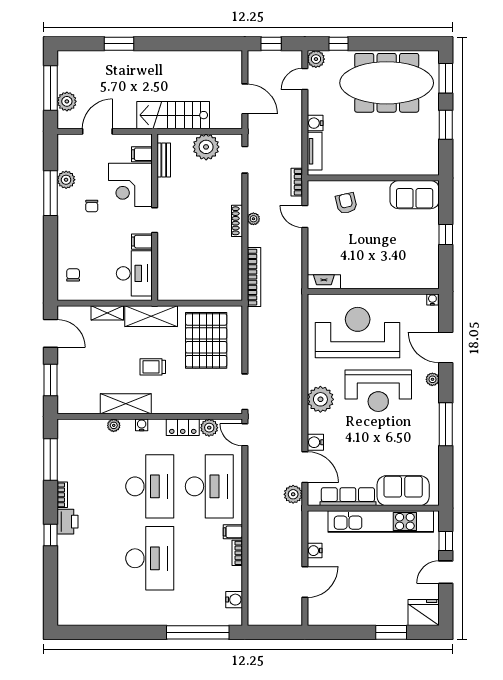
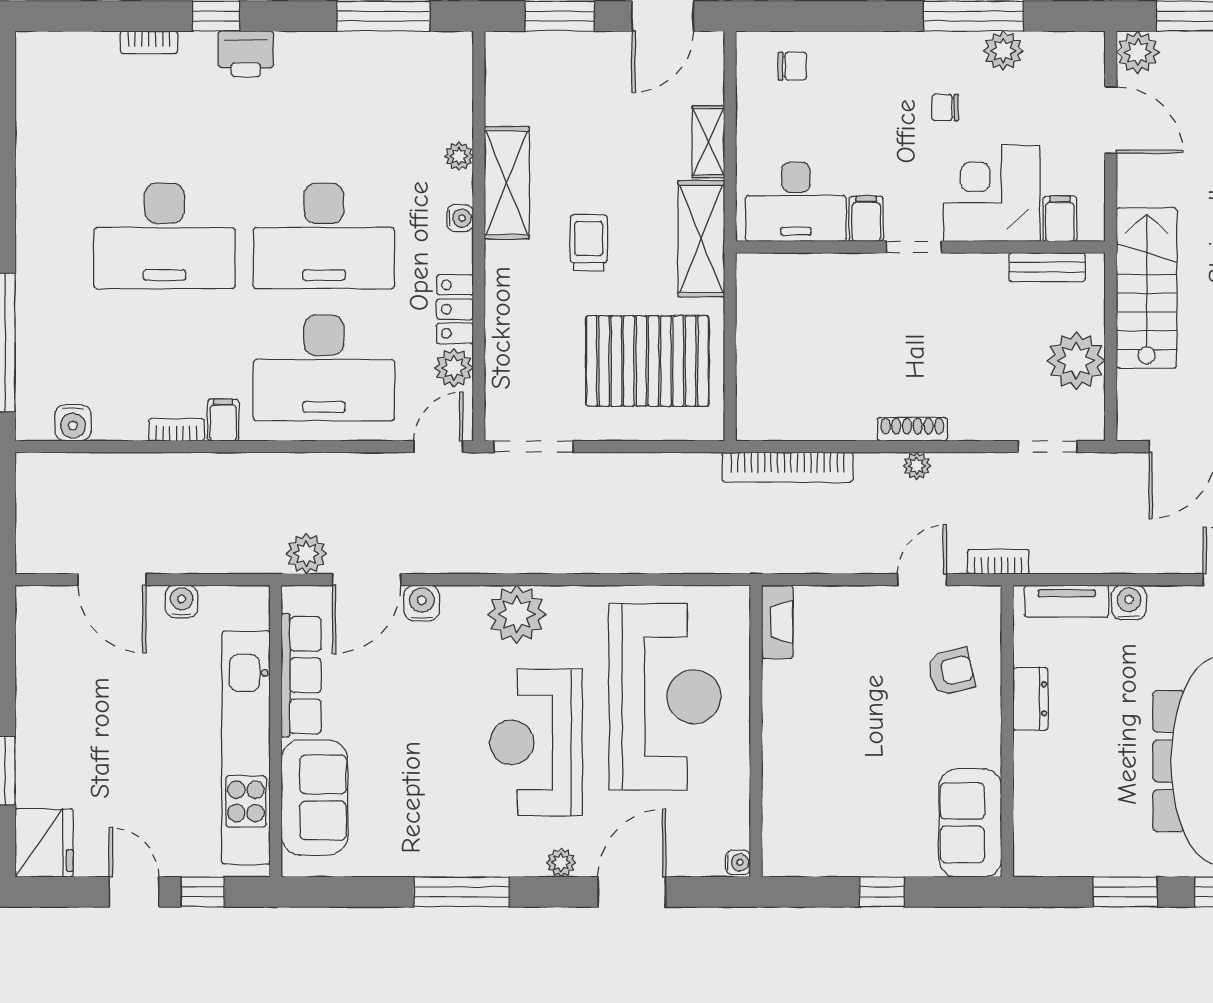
plant: (67, 101) -> (1138, 52), moved
dresser: (359, 168) -> (1030, 699), added
bookcase: (62, 495) -> (149, 42), moved

